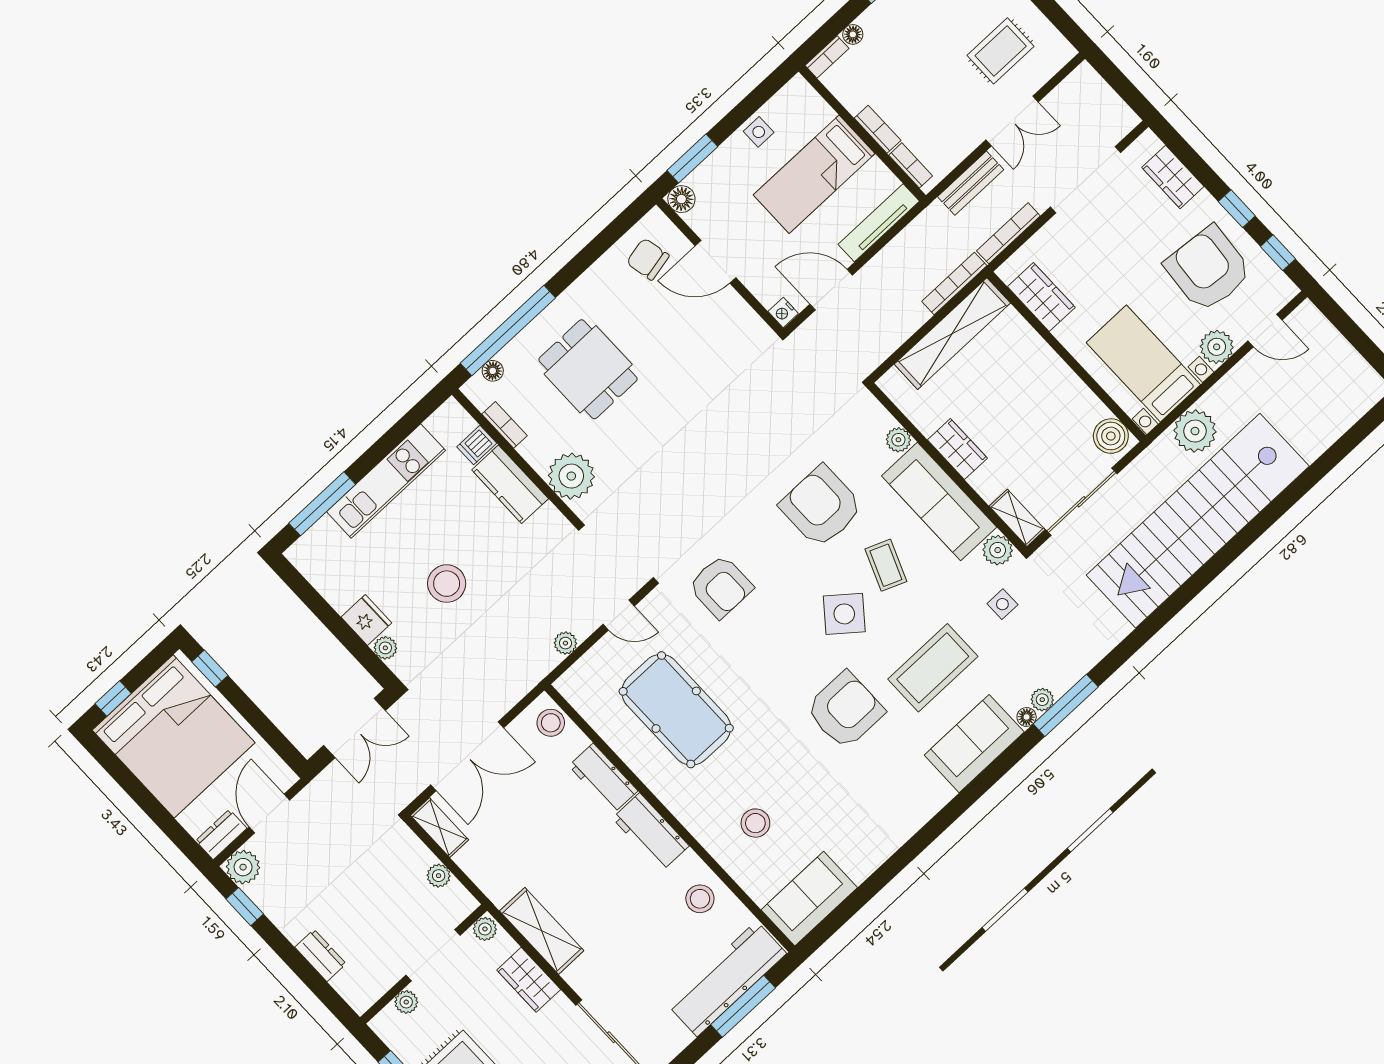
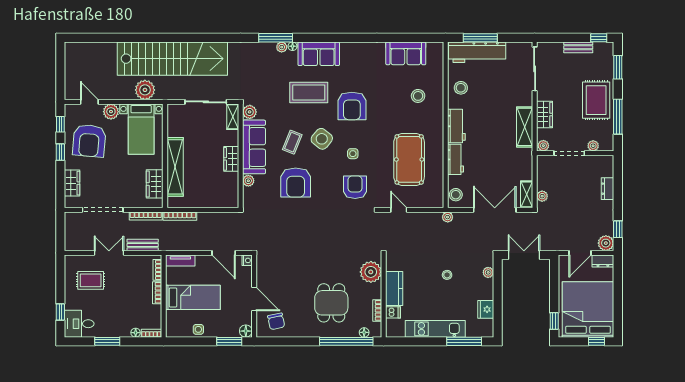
tv unit: (879, 223) -> (180, 261), width x0.71
shelving: (952, 334) -> (175, 167), moved, turned 90
boiler: (1111, 436) -> (175, 115), removed
stool: (447, 584) -> (447, 275), width x0.53, depth x0.53
side table: (1002, 604) -> (353, 154), moved
fridge: (366, 620) -> (486, 309), moved
plant: (565, 643) -> (448, 217), moved
armchair: (845, 710) -> (352, 106), turned -90
plant: (439, 876) -> (542, 196), moved
sofa: (809, 899) -> (406, 53), moved

